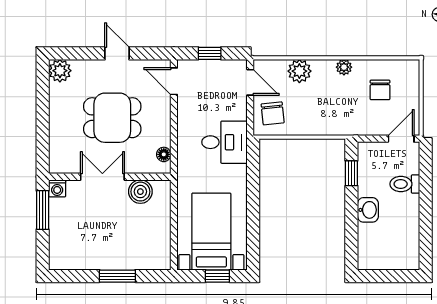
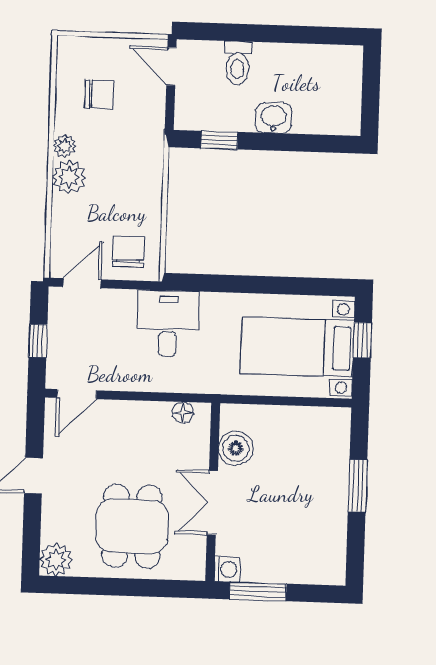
plant: (299, 71) -> (69, 177), moved
chair: (273, 113) -> (128, 252), turned -84
dining table: (112, 118) -> (132, 526), moved

